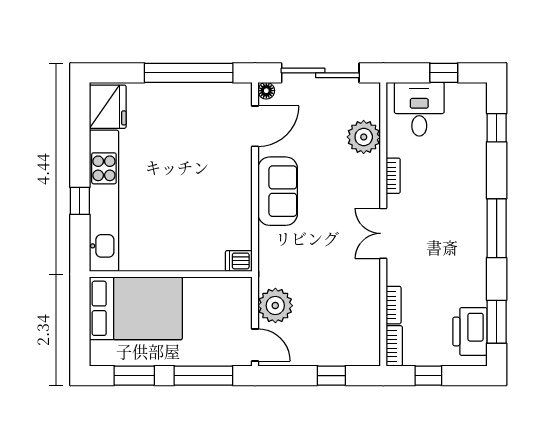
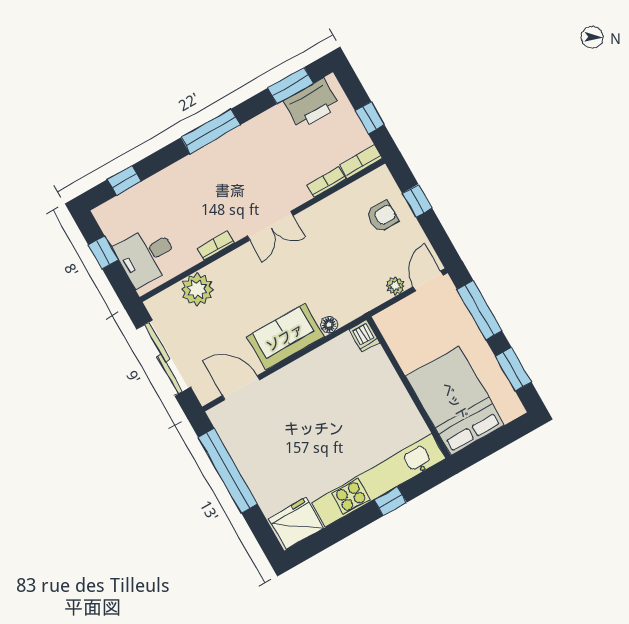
floor lamp: (266, 91) -> (329, 325), moved
plant: (275, 306) -> (395, 286), width x0.53, depth x0.53
armchair: (335, 337) -> (382, 217), added

